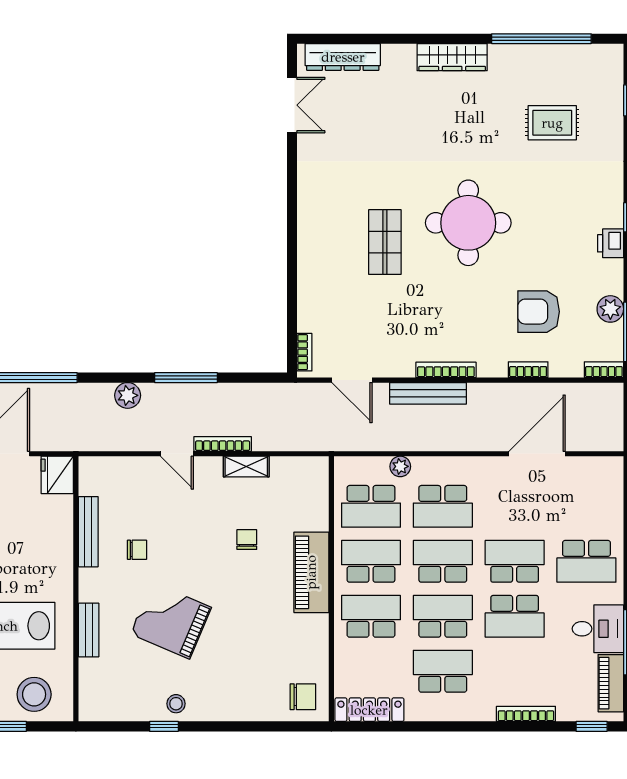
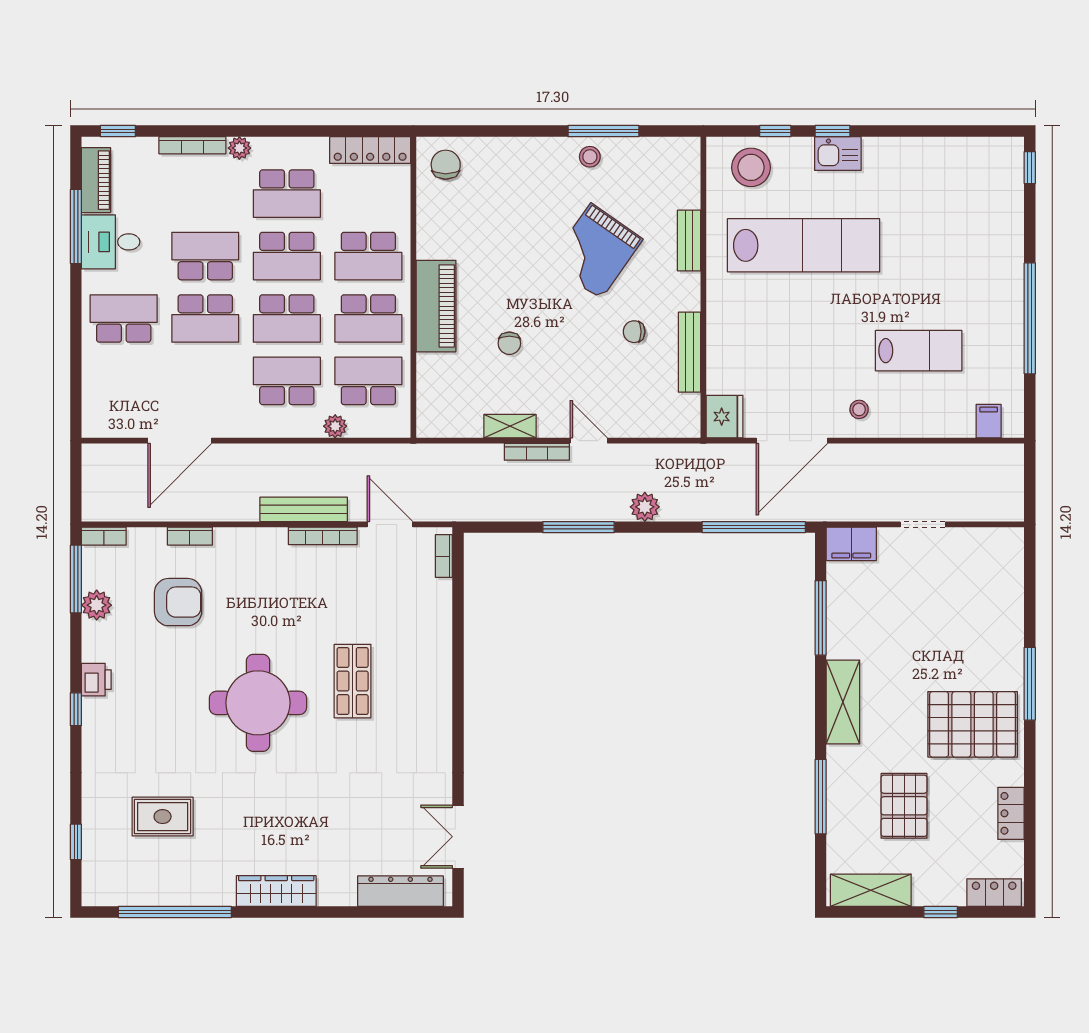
bookcase: (446, 370) -> (323, 536), moved
grand piano: (171, 621) -> (596, 251), turned 102
chair: (303, 697) -> (446, 165), turned 90
plant: (484, 711) -> (239, 148), added
window: (164, 726) -> (604, 131), width x2.17

